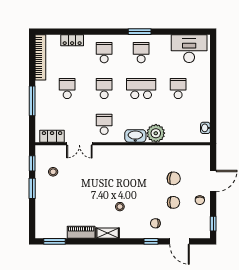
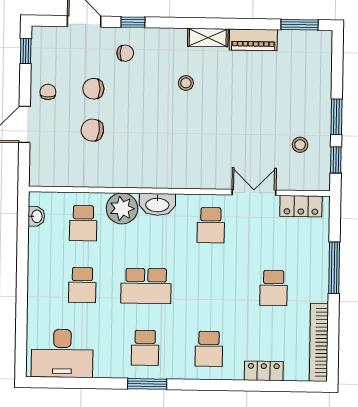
school desk: (104, 88) -> (83, 223), moved

